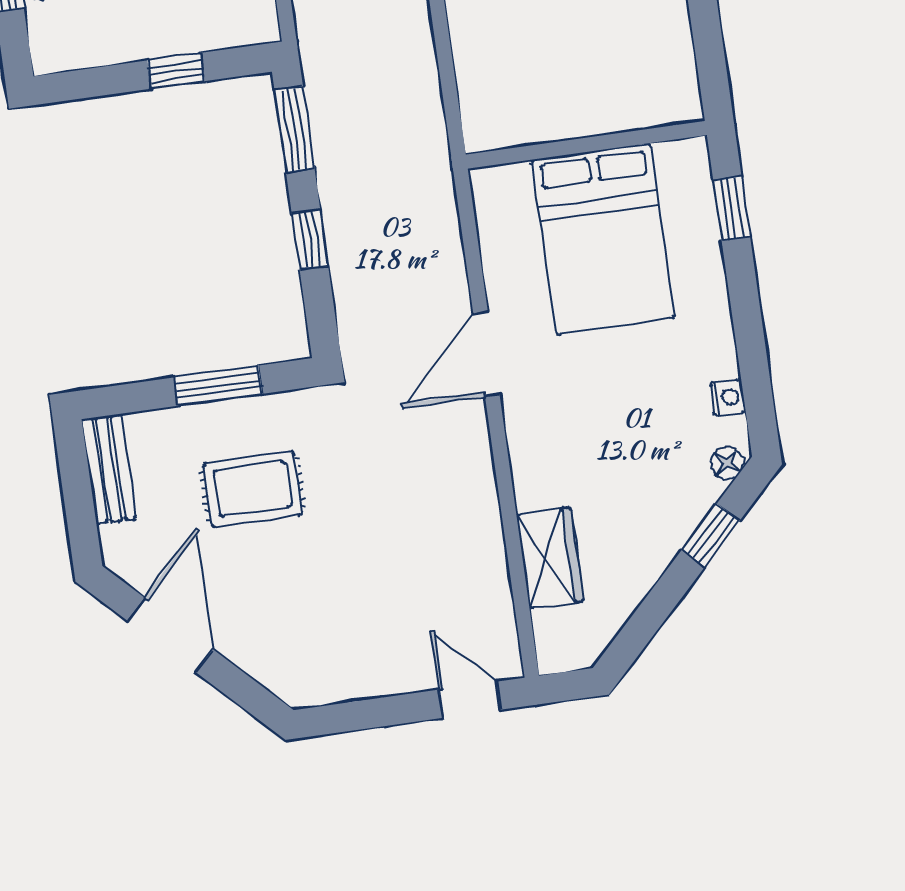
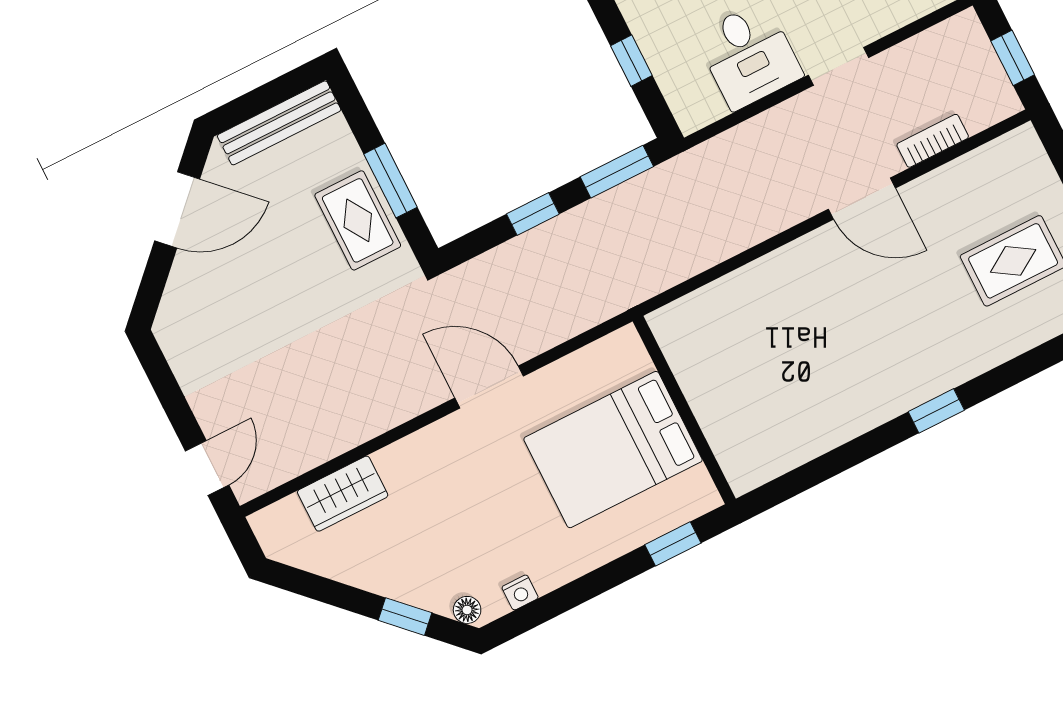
bench: (109, 469) -> (279, 123), width x1.36
rug: (253, 489) -> (358, 220), moved

